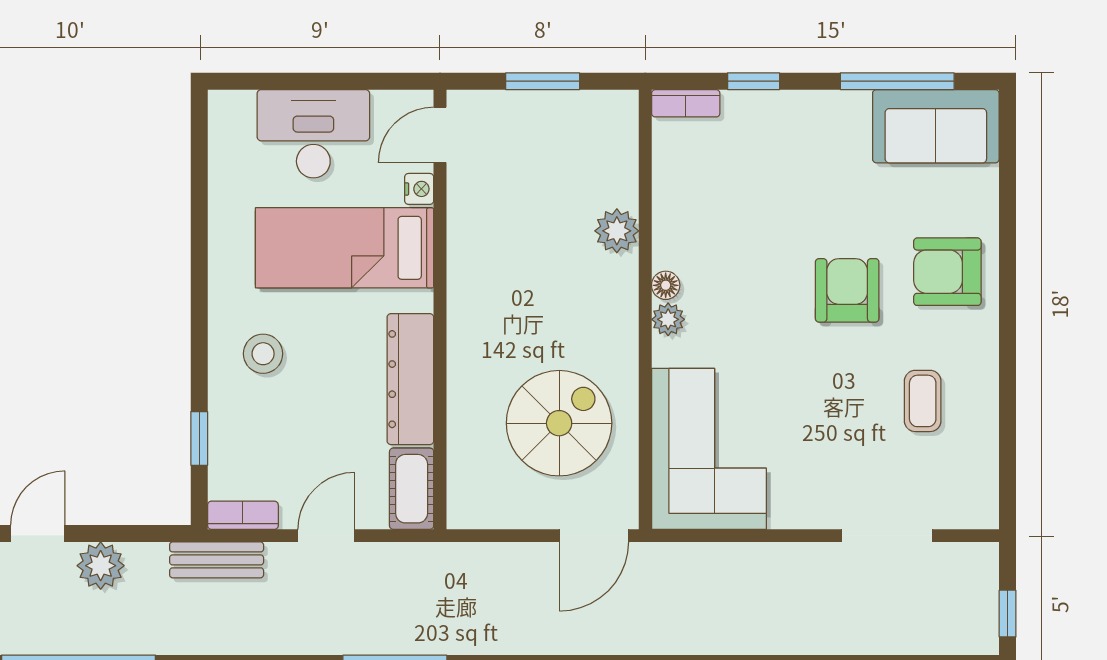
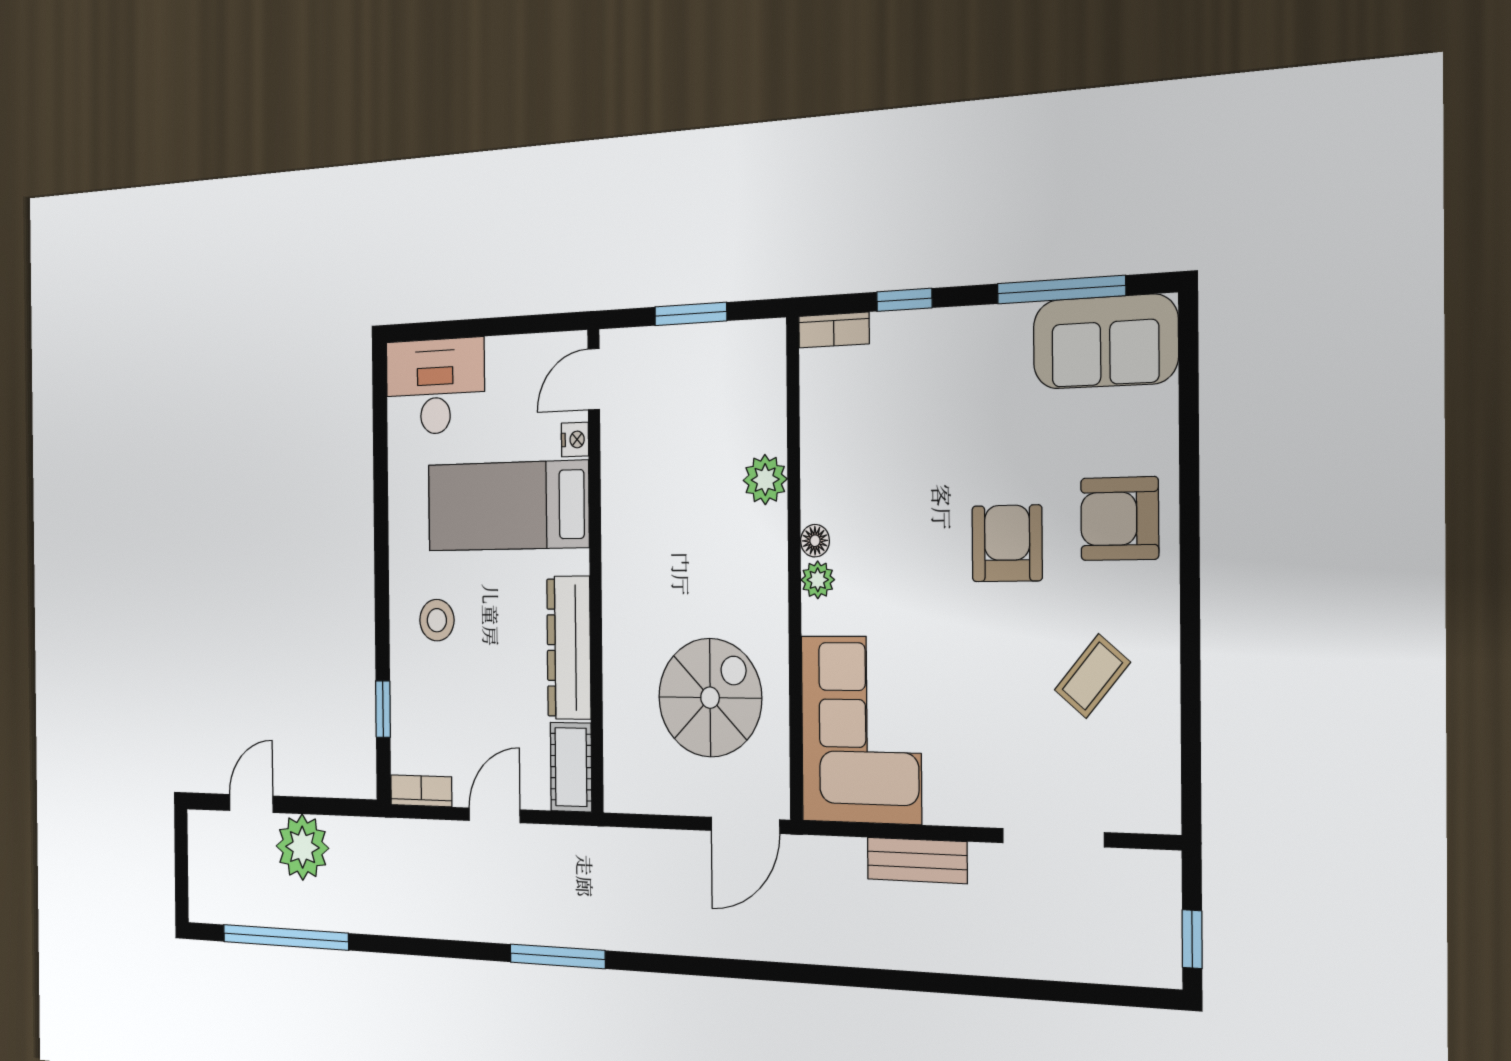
desk: (313, 134) -> (435, 387), moved
coffee table: (923, 401) -> (1092, 676), turned 40
bench: (217, 560) -> (917, 860), moved
plant: (101, 566) -> (302, 847), width x1.36, depth x1.36

